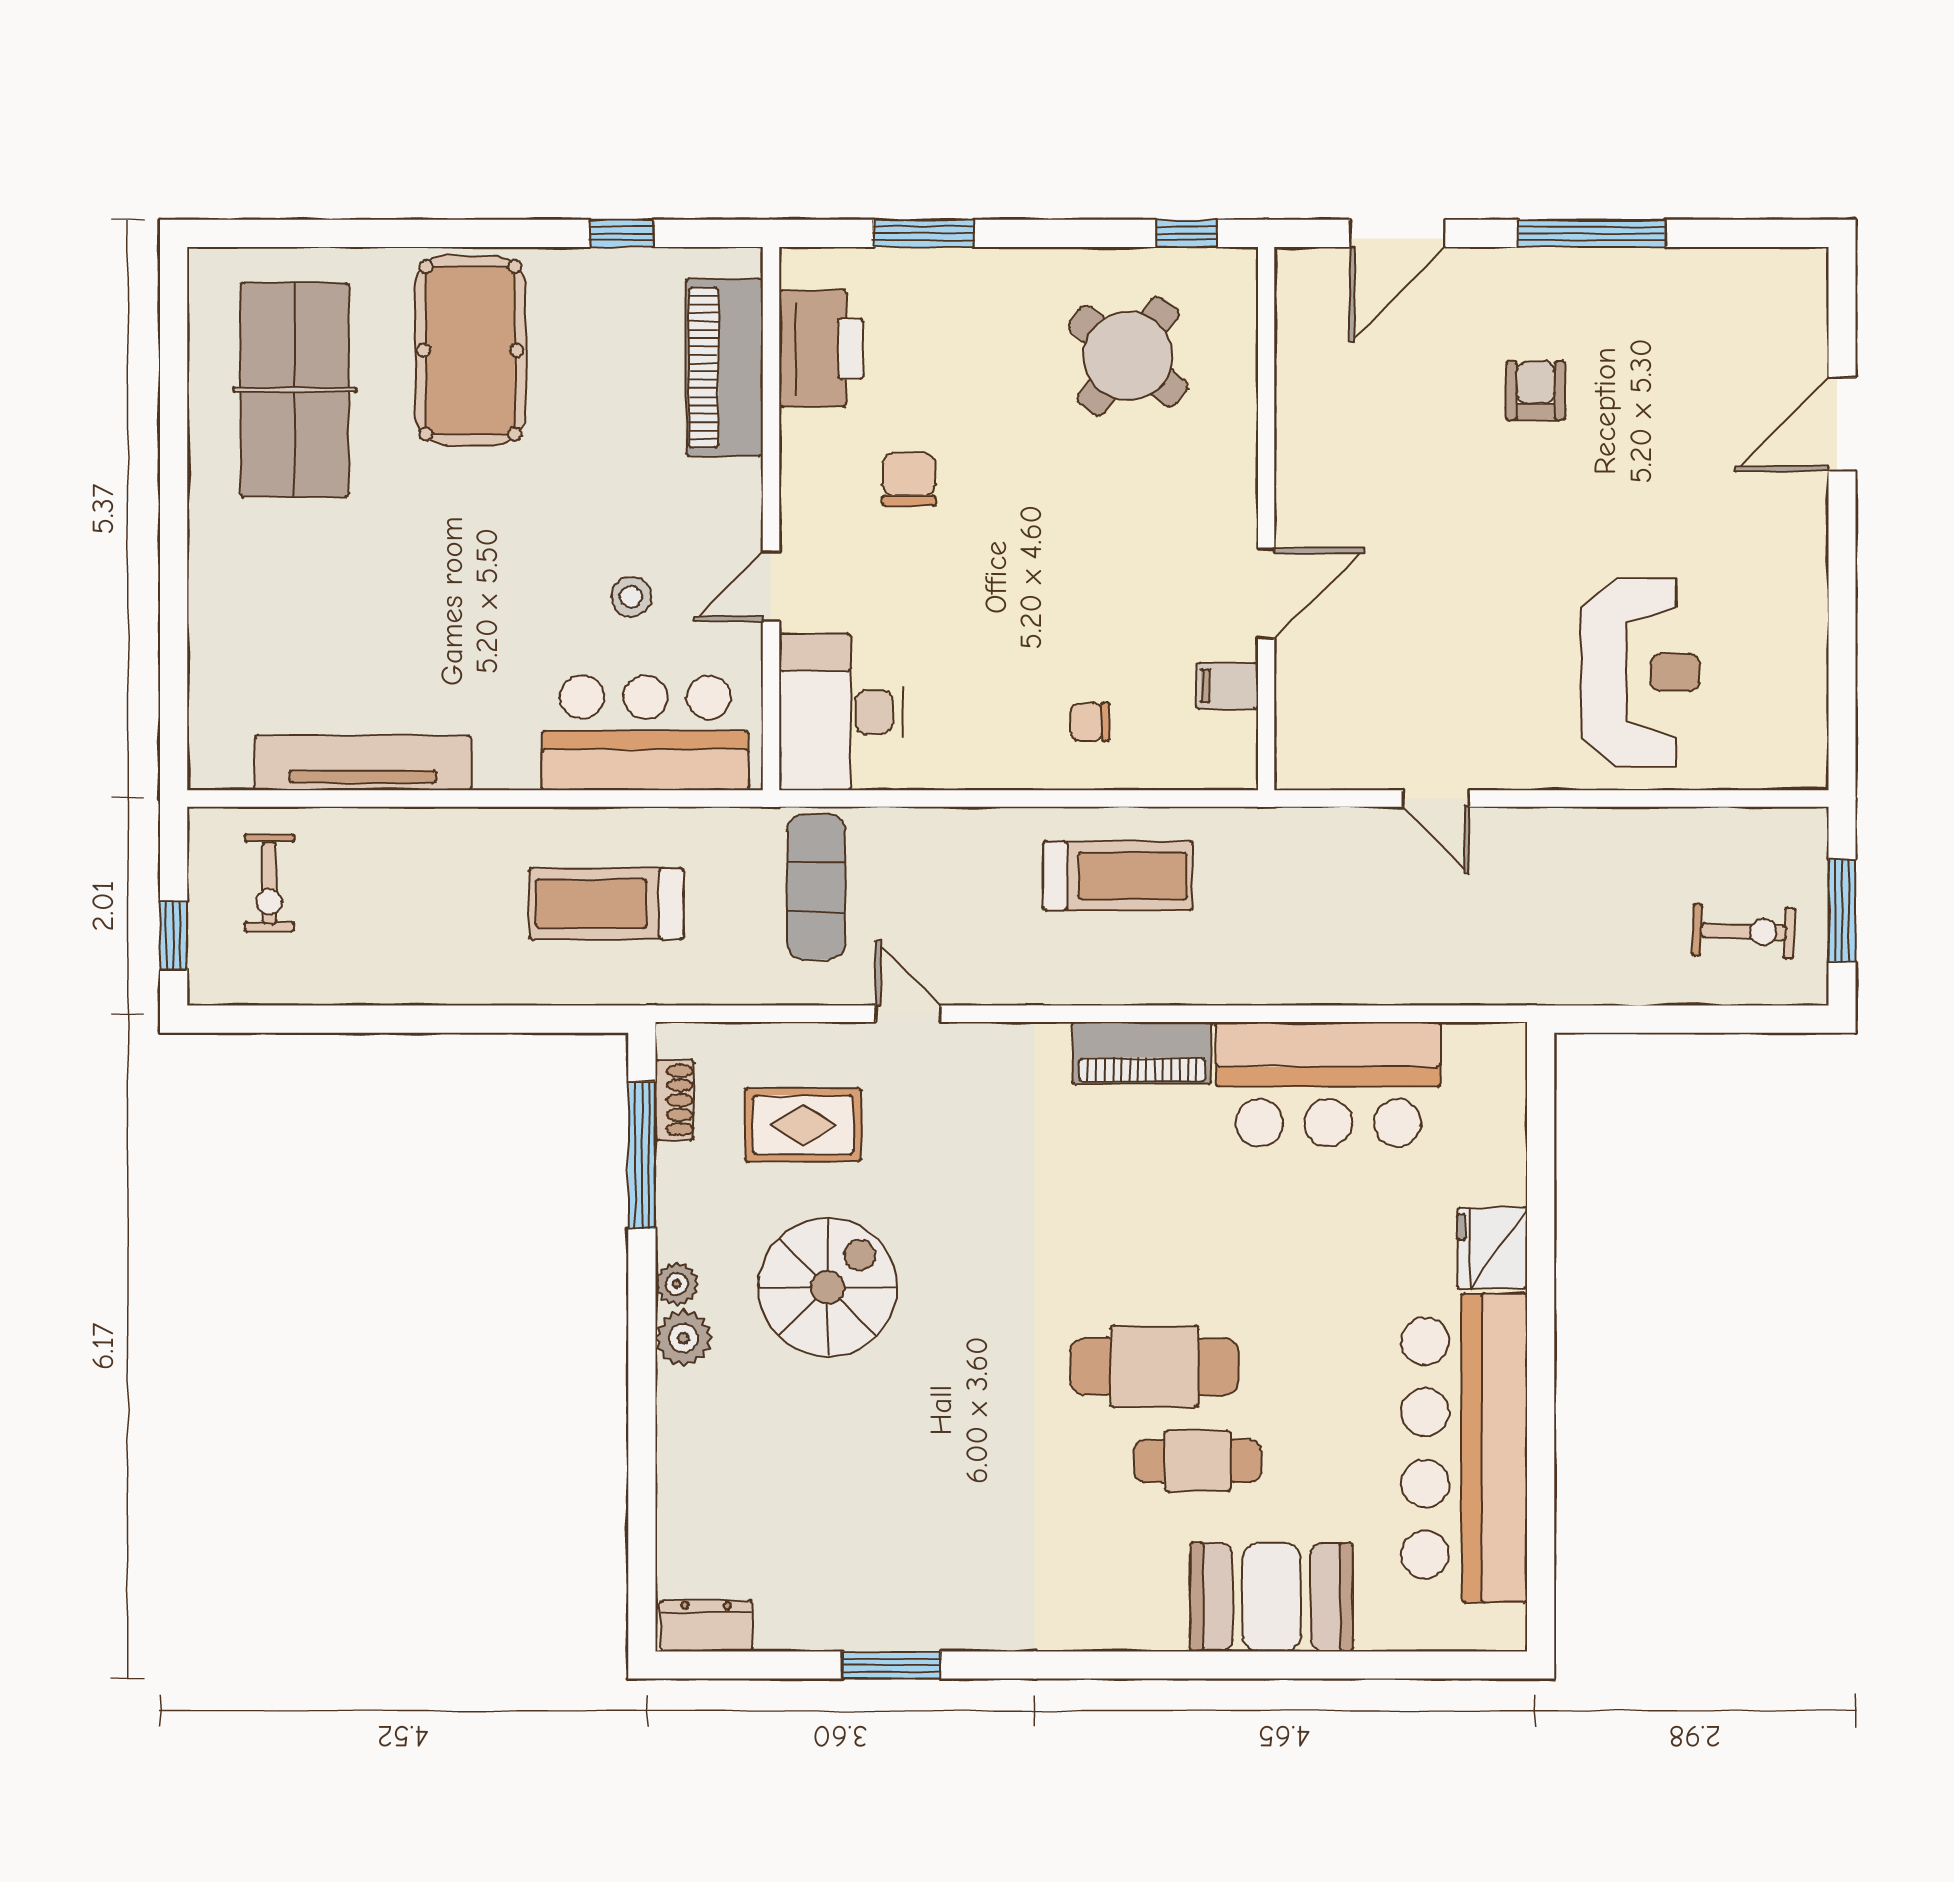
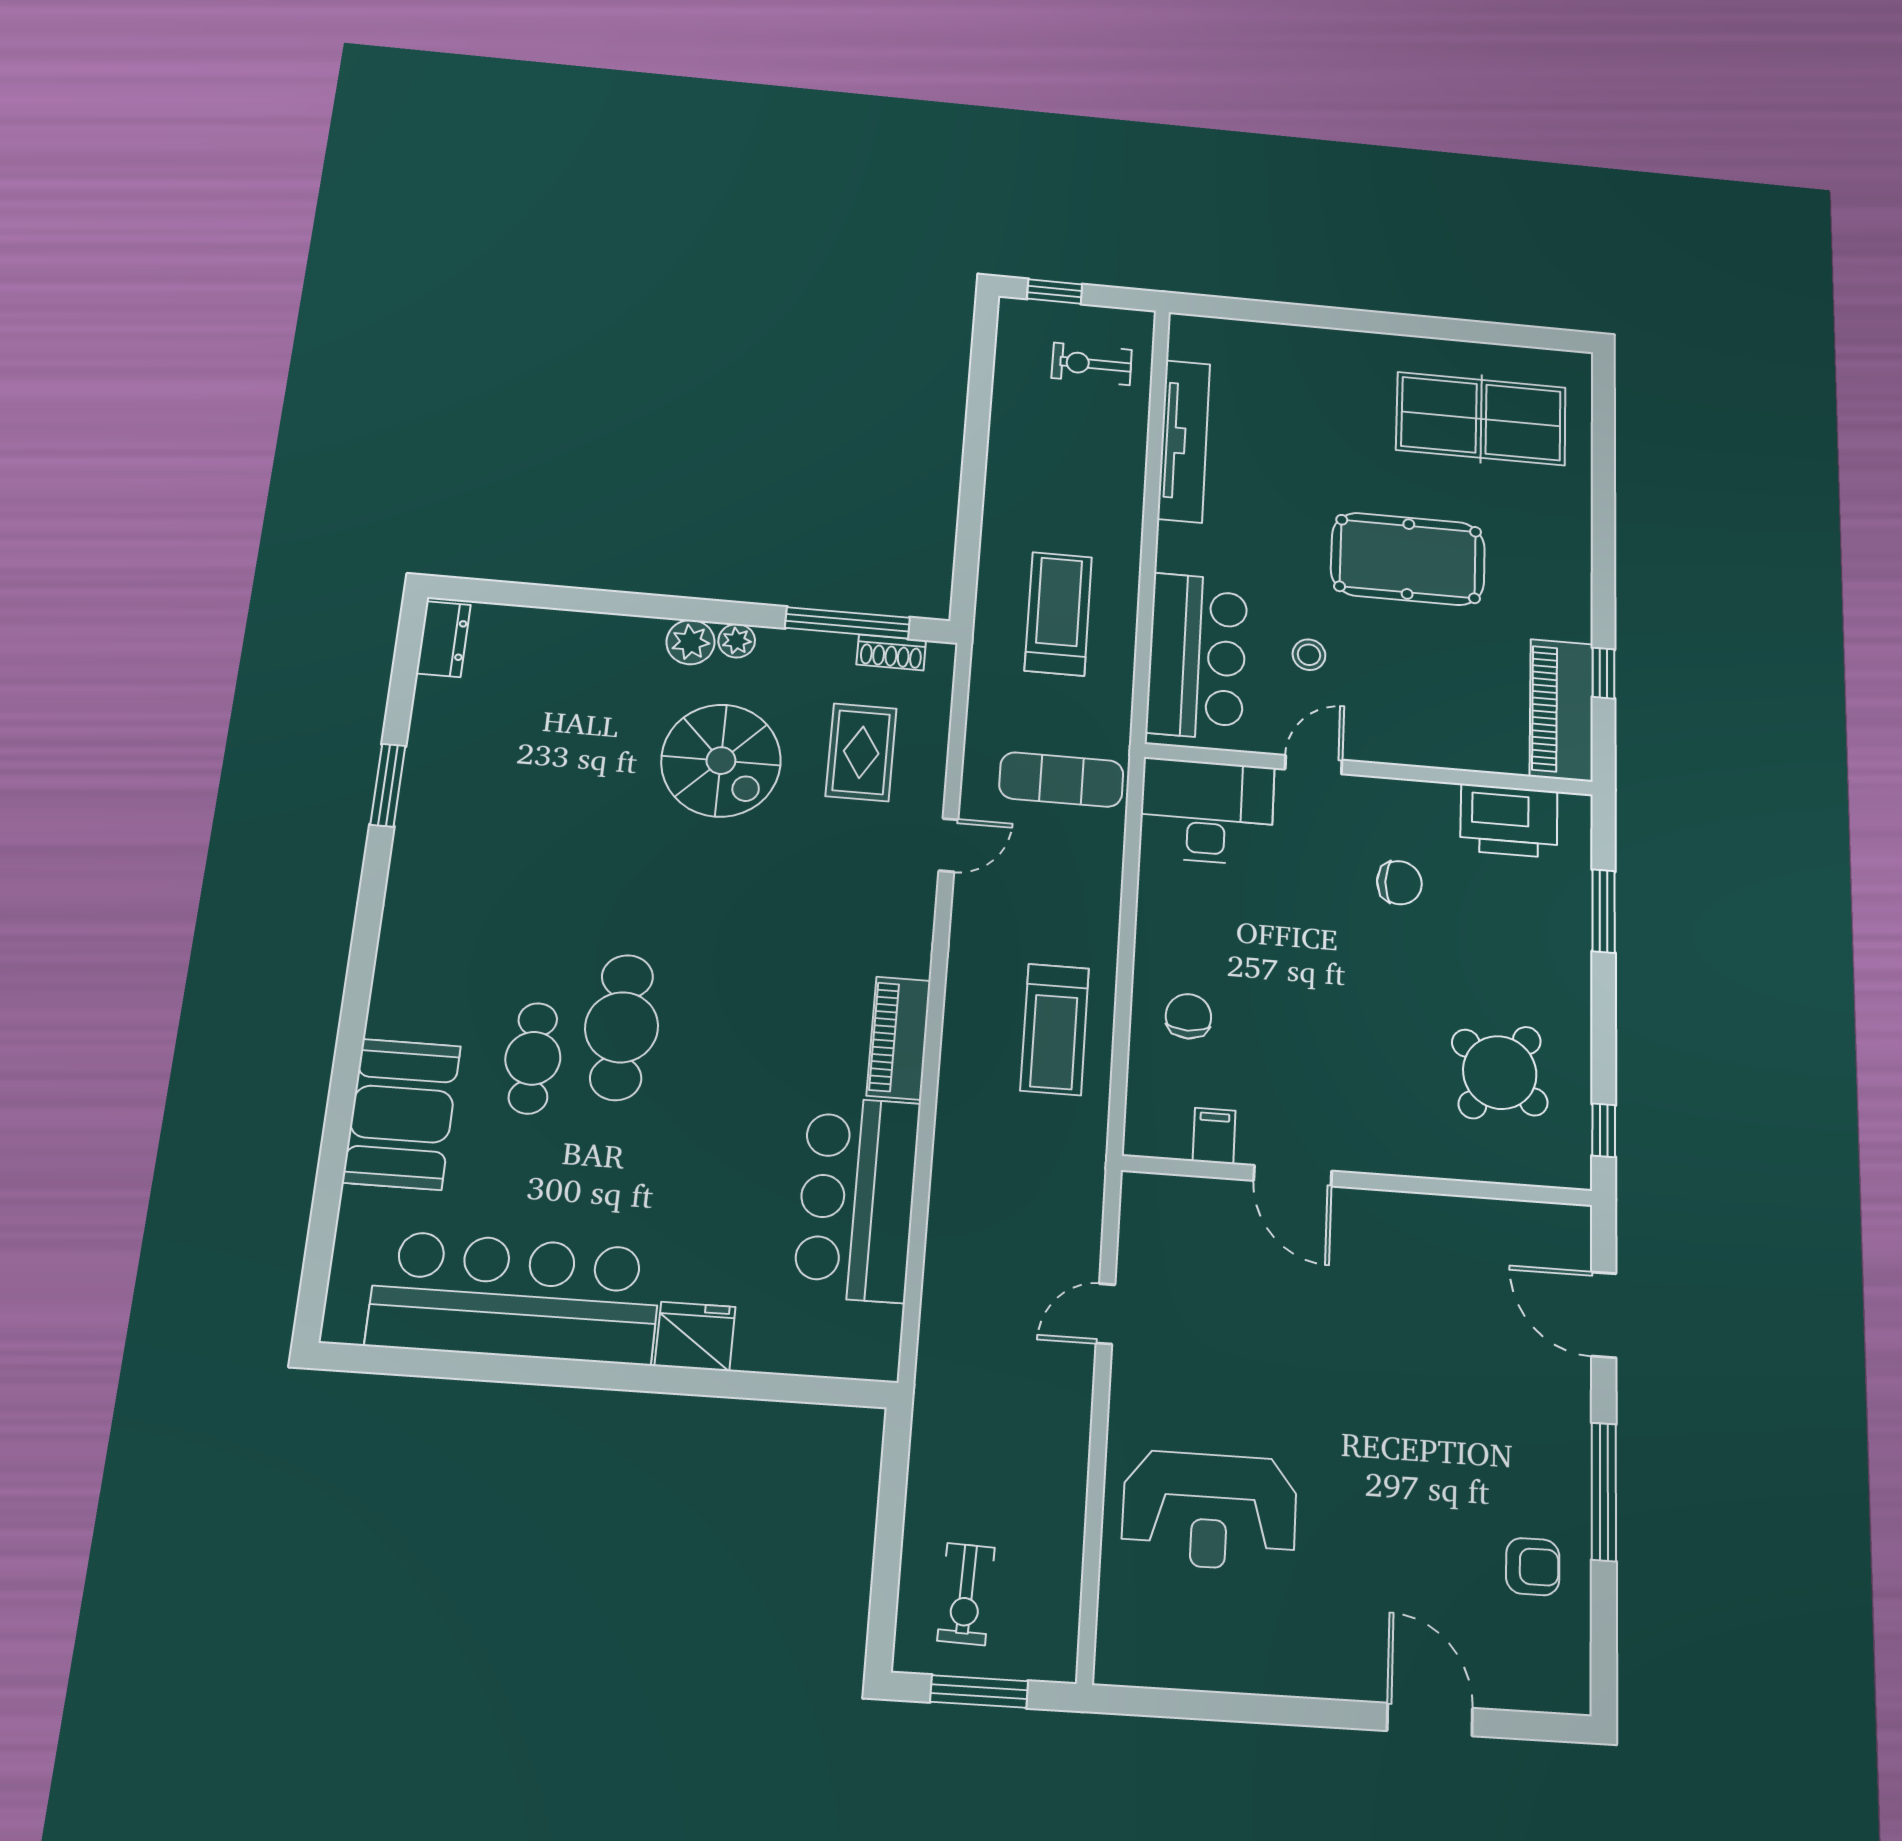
pool table: (470, 350) -> (1408, 559), moved
piano: (724, 368) -> (1561, 710), moved, turned -90
armchair: (1536, 390) -> (1533, 1567), moved
door: (771, 586) -> (1314, 765), hinge flipped
chair: (1090, 722) -> (1188, 1016), width x1.37, depth x1.37

